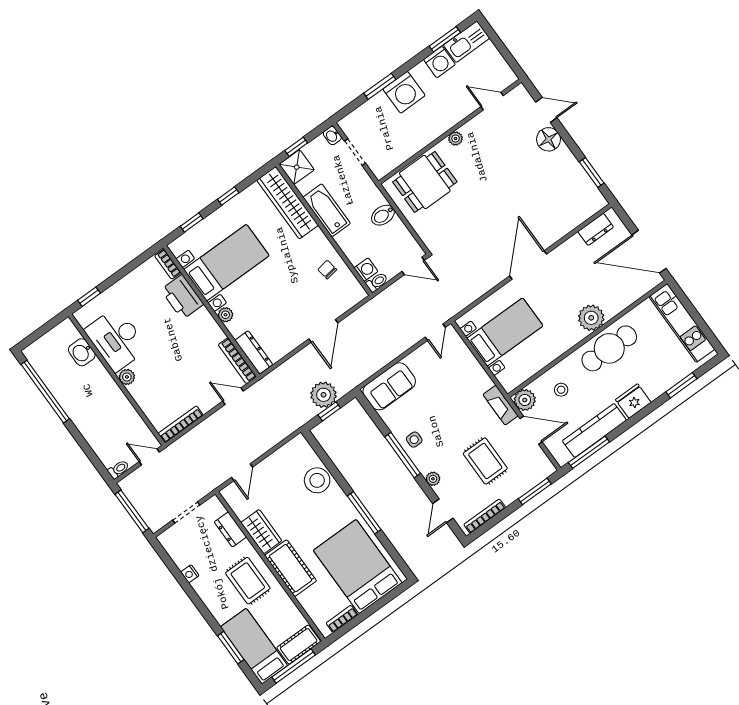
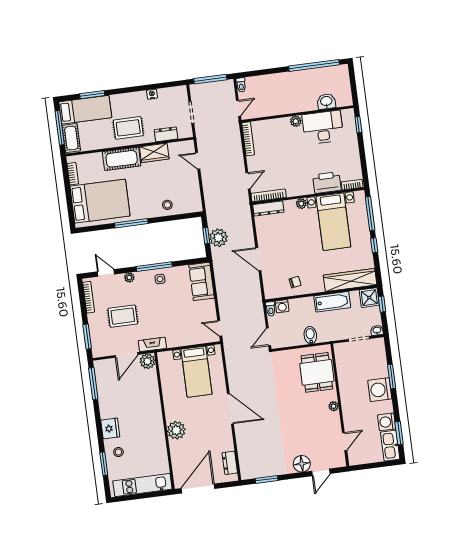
window: (192, 223) -> (370, 214), width x2.17
cafe table: (609, 348) -> (151, 431), removed
stool: (561, 390) -> (118, 452), moved
kitchen counter: (594, 430) -> (105, 394), removed
stool: (317, 480) -> (167, 205), width x0.53, depth x0.53

